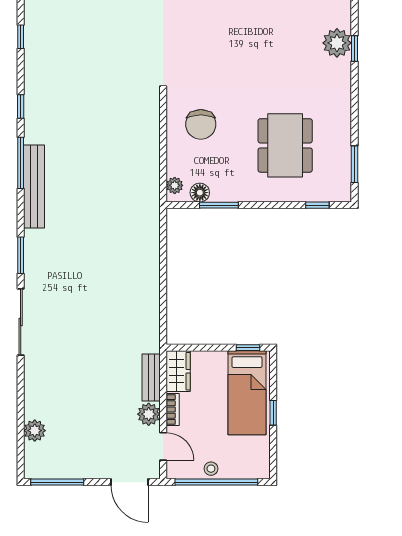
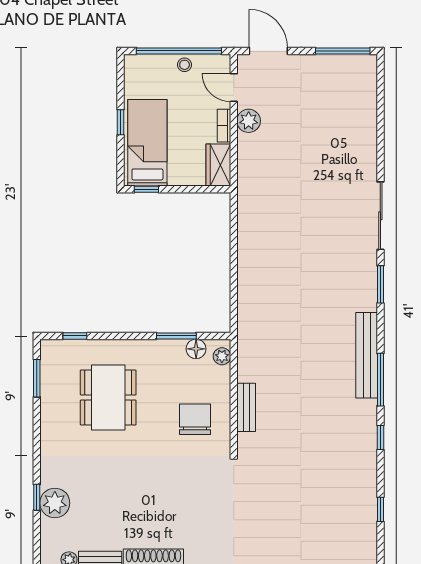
bench: (151, 378) -> (246, 407), moved
plant: (35, 431) -> (366, 104), removed

